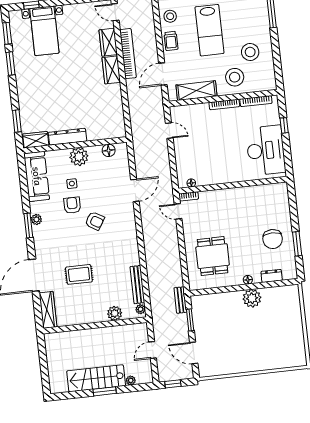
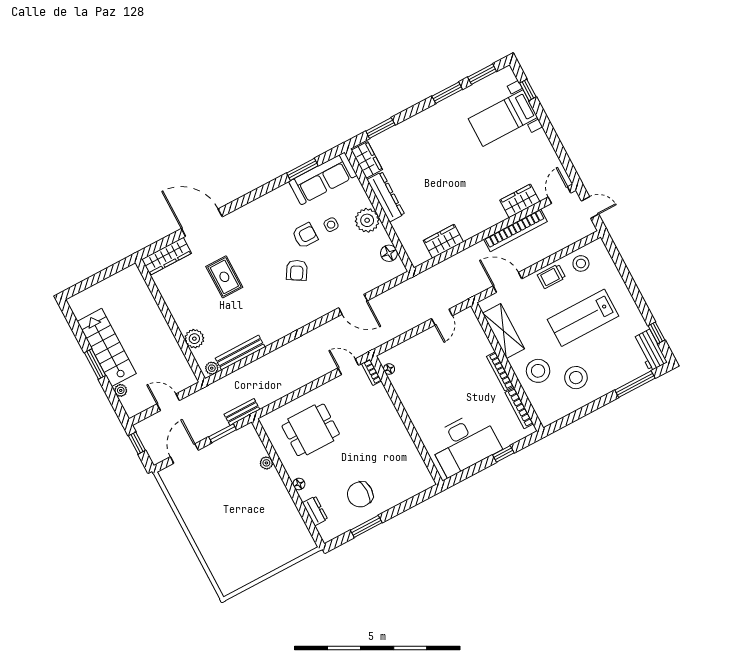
wardrobe: (111, 70) -> (443, 241), moved
door: (178, 211) -> (348, 367), hinge flipped
plant: (36, 219) -> (271, 199), removed
window: (28, 225) -> (302, 169), moved
plant: (252, 298) -> (266, 463), moved, width x0.53, depth x0.53

